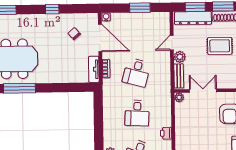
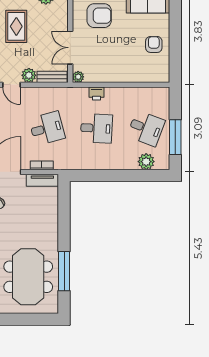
desk: (136, 72) -> (47, 128), turned -30
printer: (166, 133) -> (97, 93), moved

